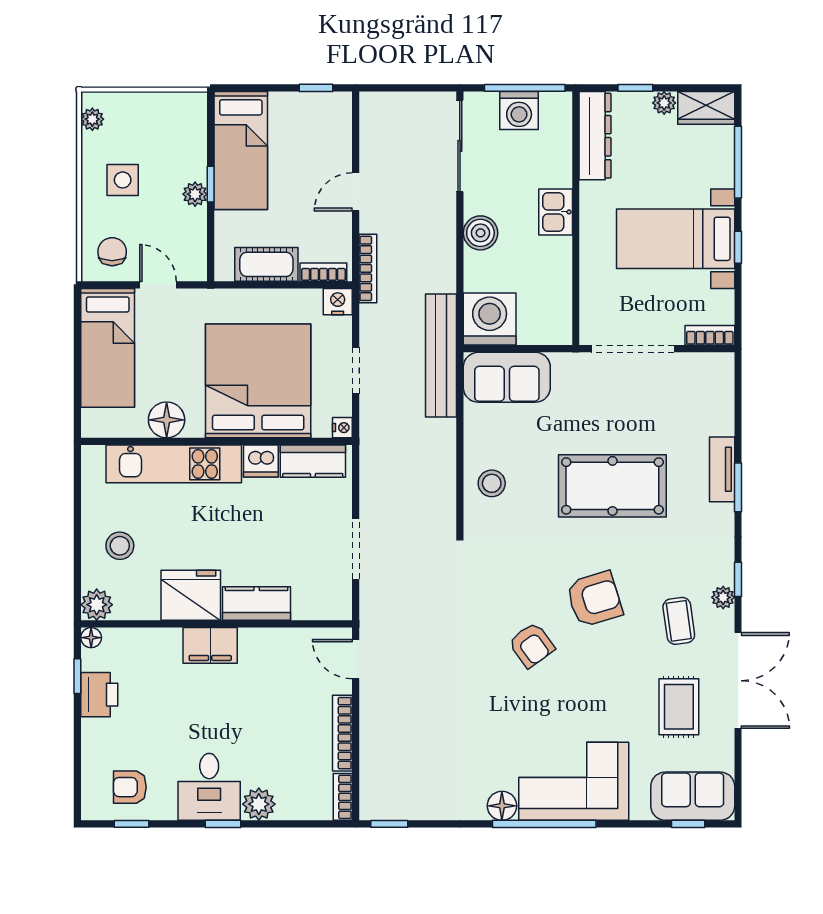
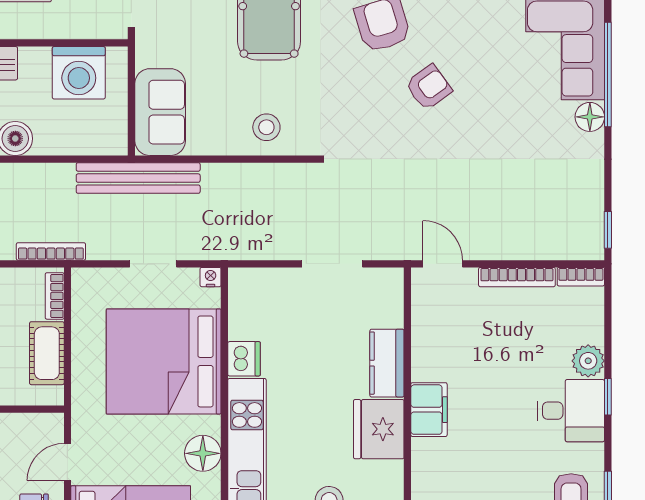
nightstand: (338, 302) -> (84, 282), removed
washing machine: (490, 319) -> (79, 73), moved, turned -90
kitchen counter: (313, 461) -> (244, 307), removed
door: (356, 659) -> (443, 264), swing flipped

